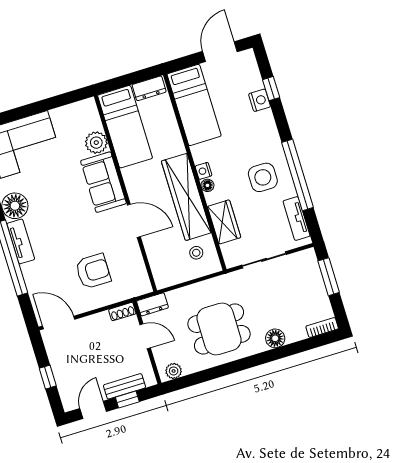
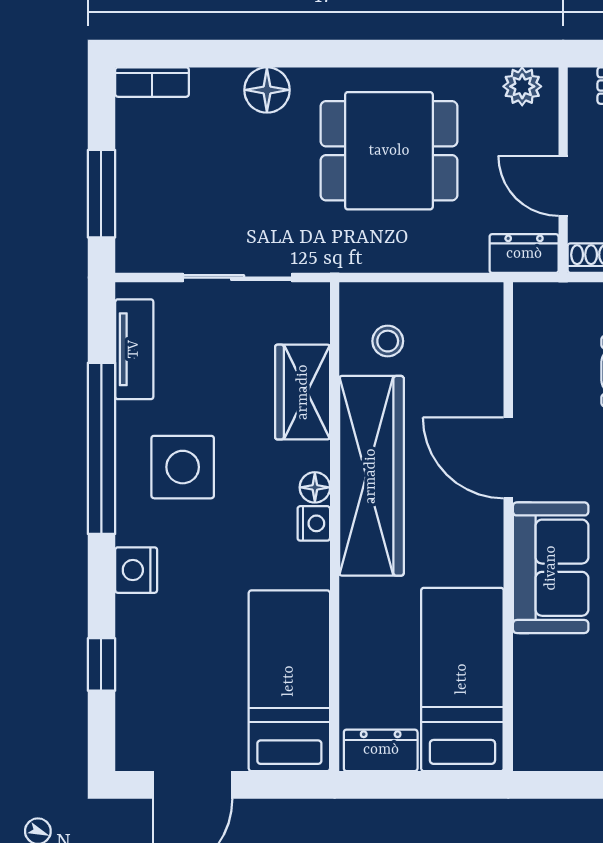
nightstand: (260, 100) -> (136, 570), moved
plant: (96, 143) -> (539, 663), removed

